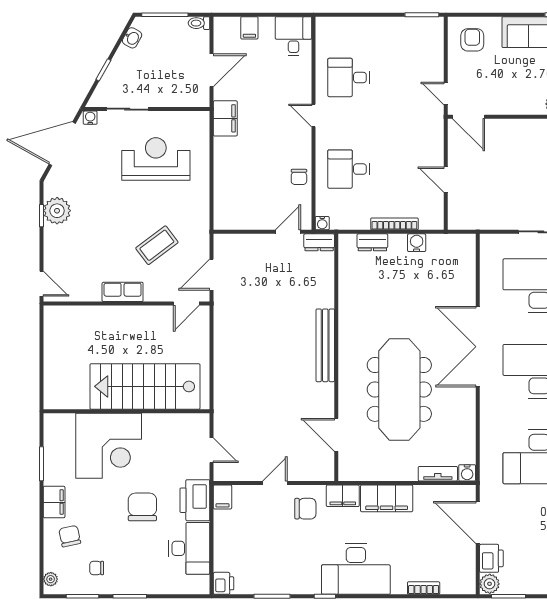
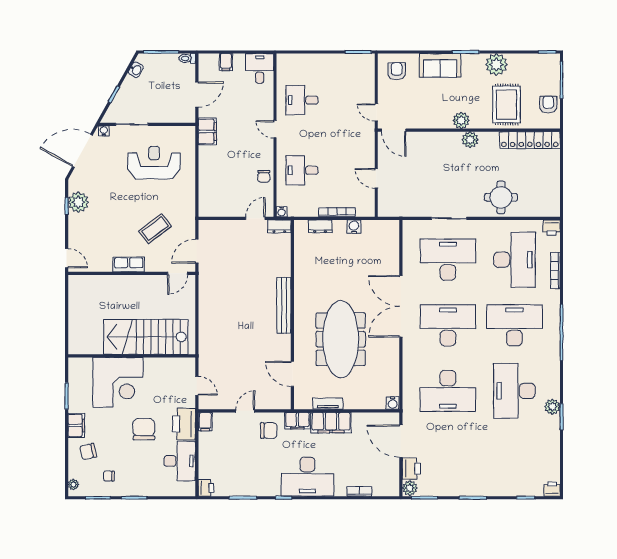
tv unit: (438, 474) -> (328, 404), moved
chair: (70, 536) -> (88, 452), turned -90

